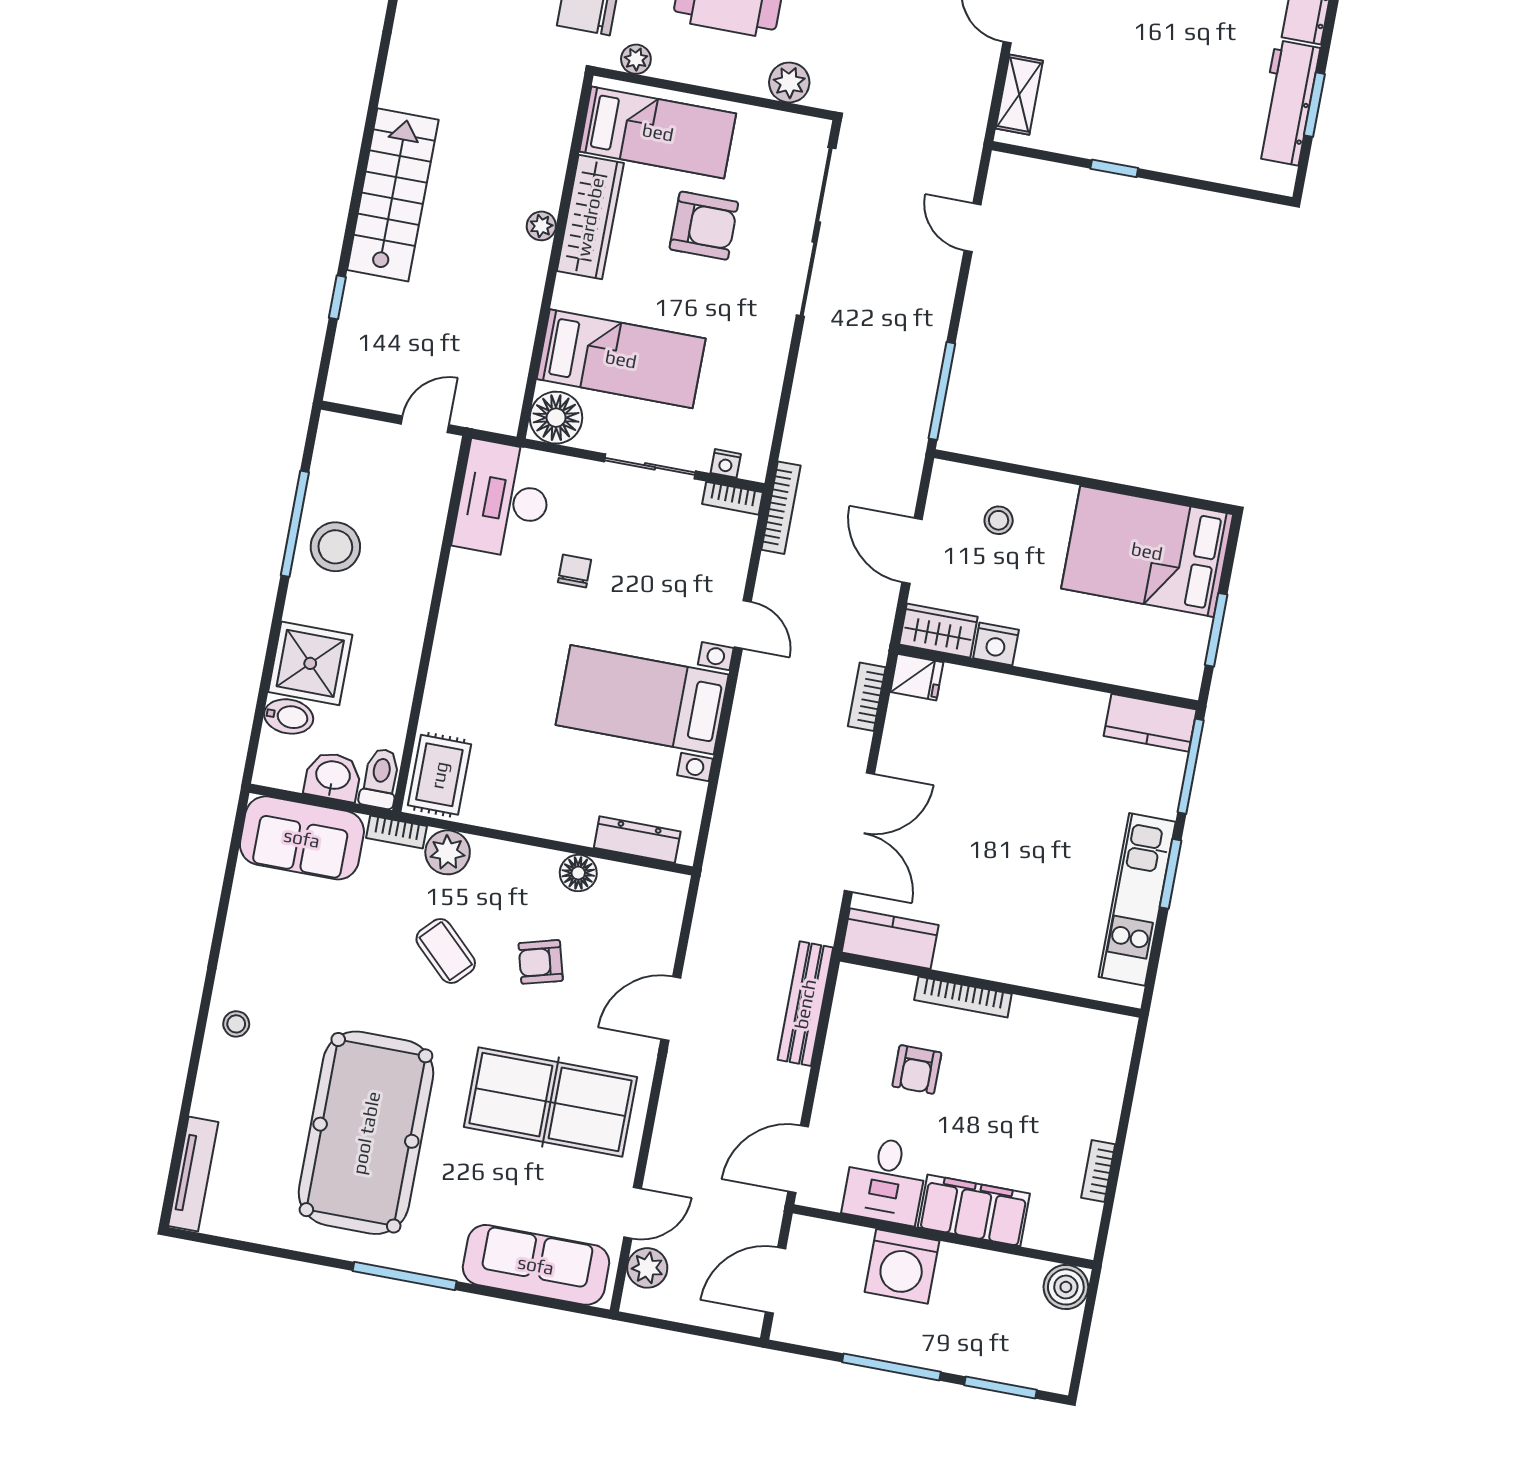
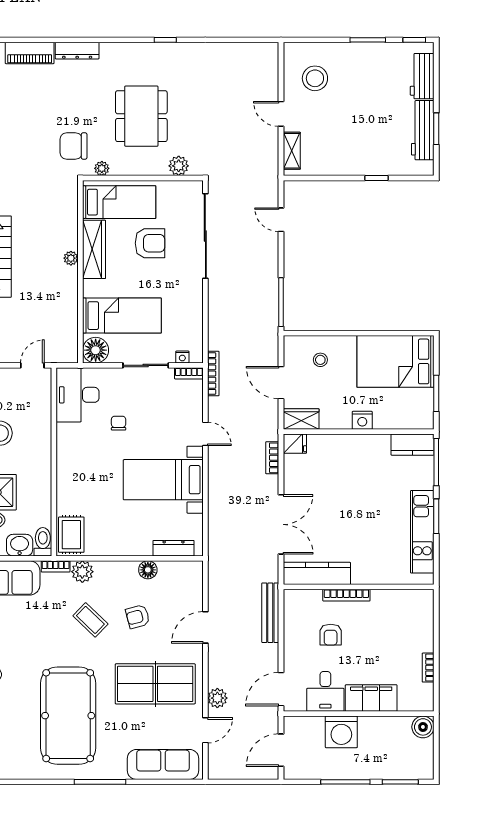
window: (1114, 168) -> (377, 178), moved
nightstand: (996, 644) -> (362, 420), moved
kitchen counter: (890, 939) -> (317, 573), width x1.50
plant: (647, 1268) -> (217, 698), moved

